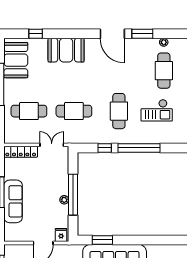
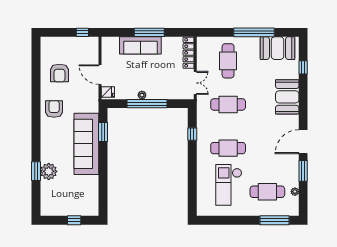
checkout: (157, 110) -> (229, 185), width x1.36, depth x1.21
cafe table: (74, 111) -> (228, 104), turned 90
window: (139, 148) -> (192, 168), removed

